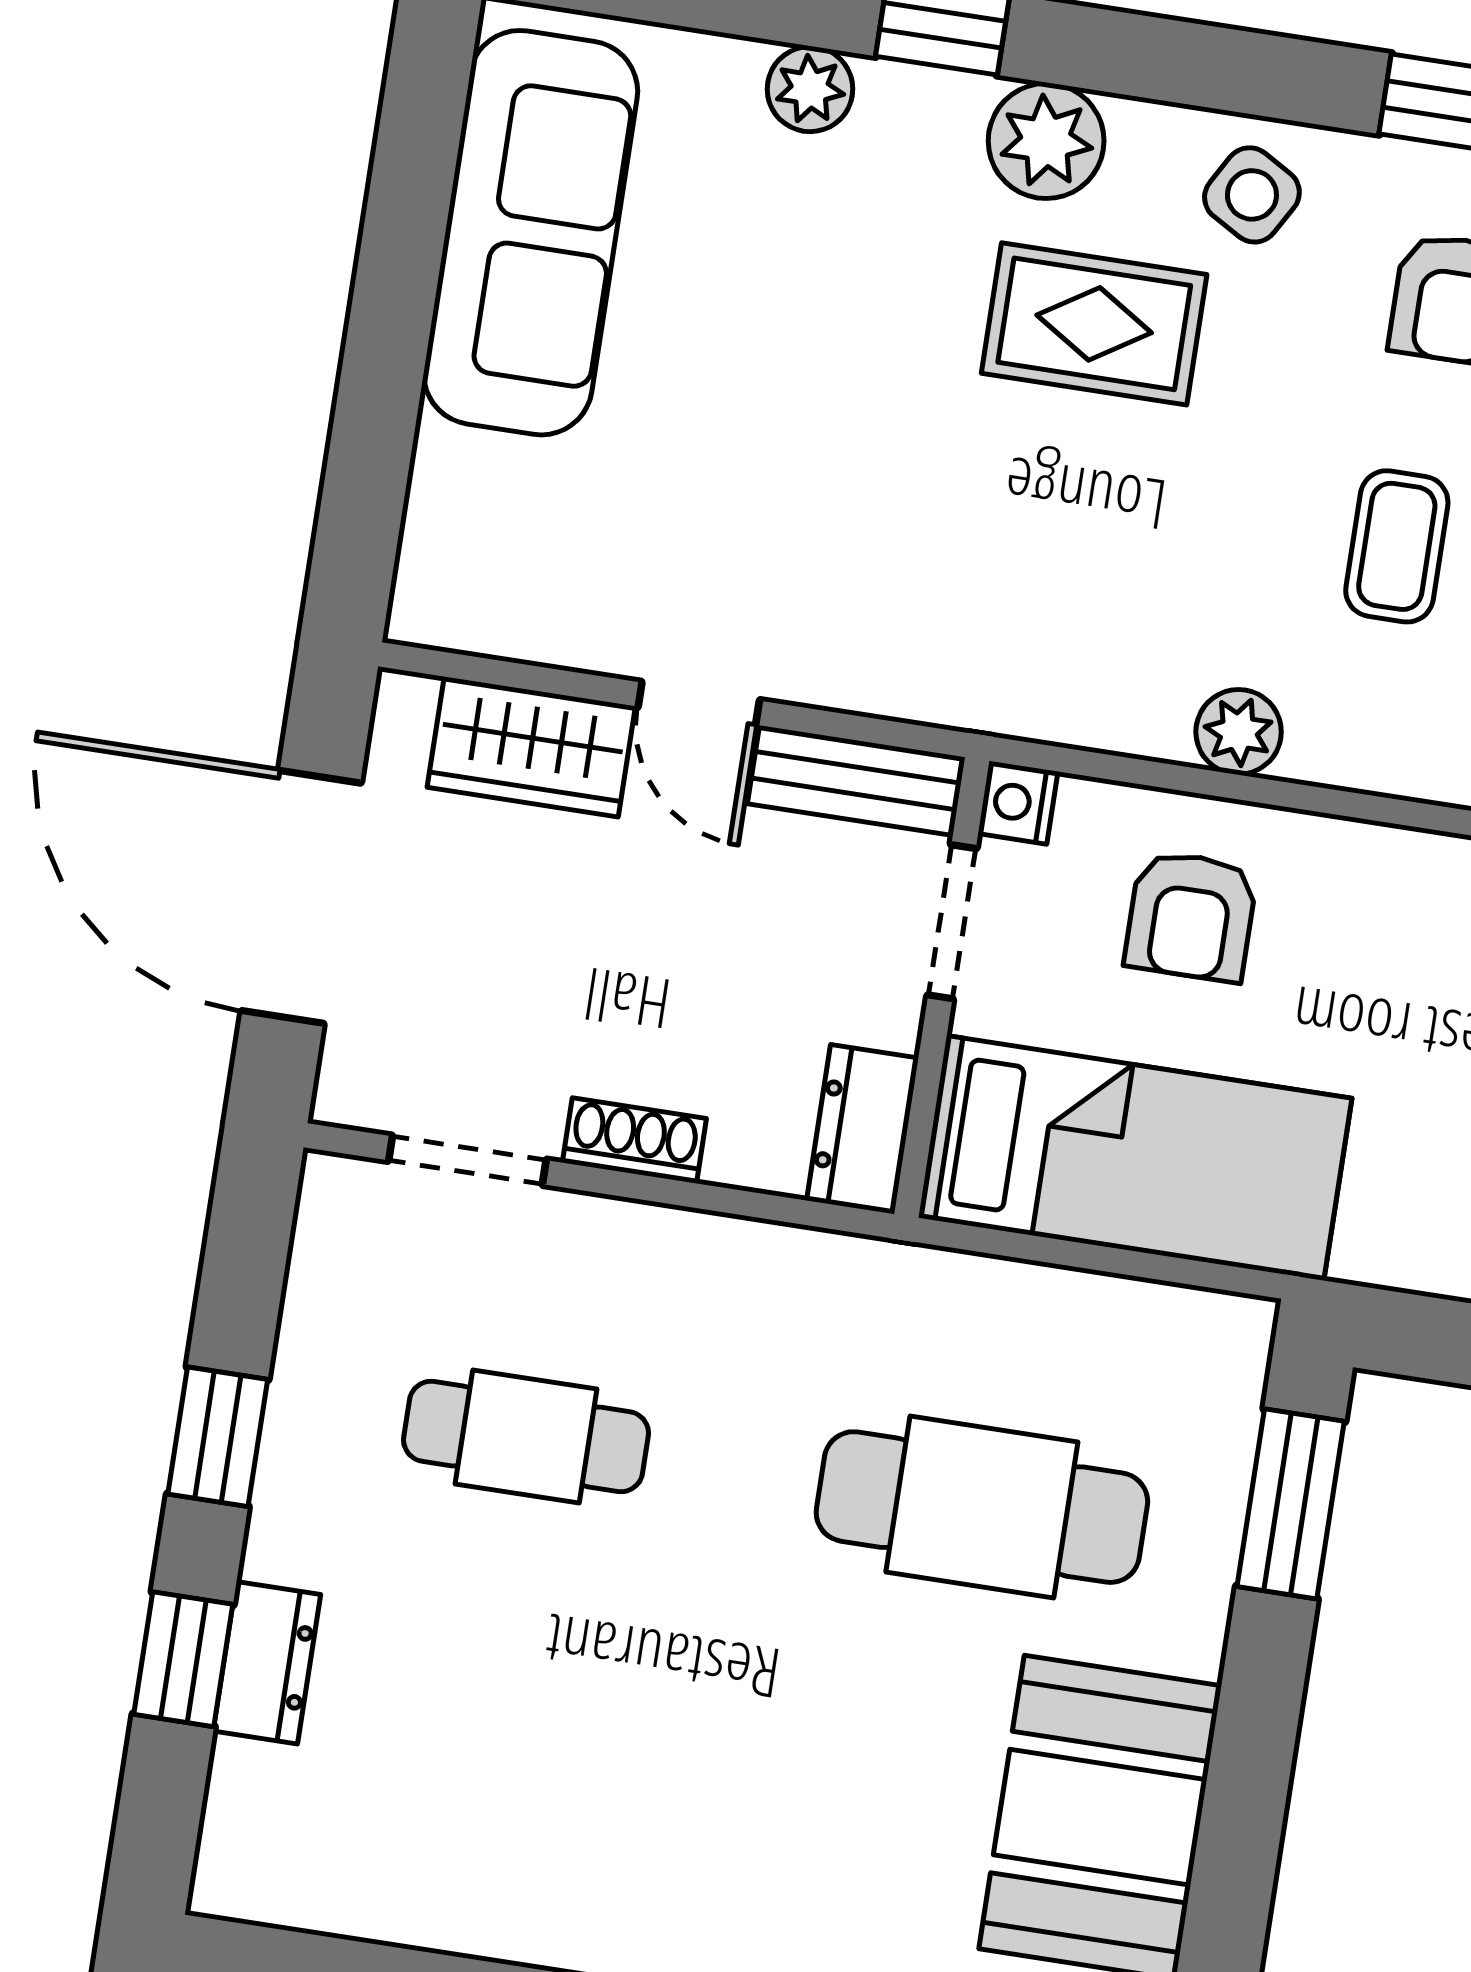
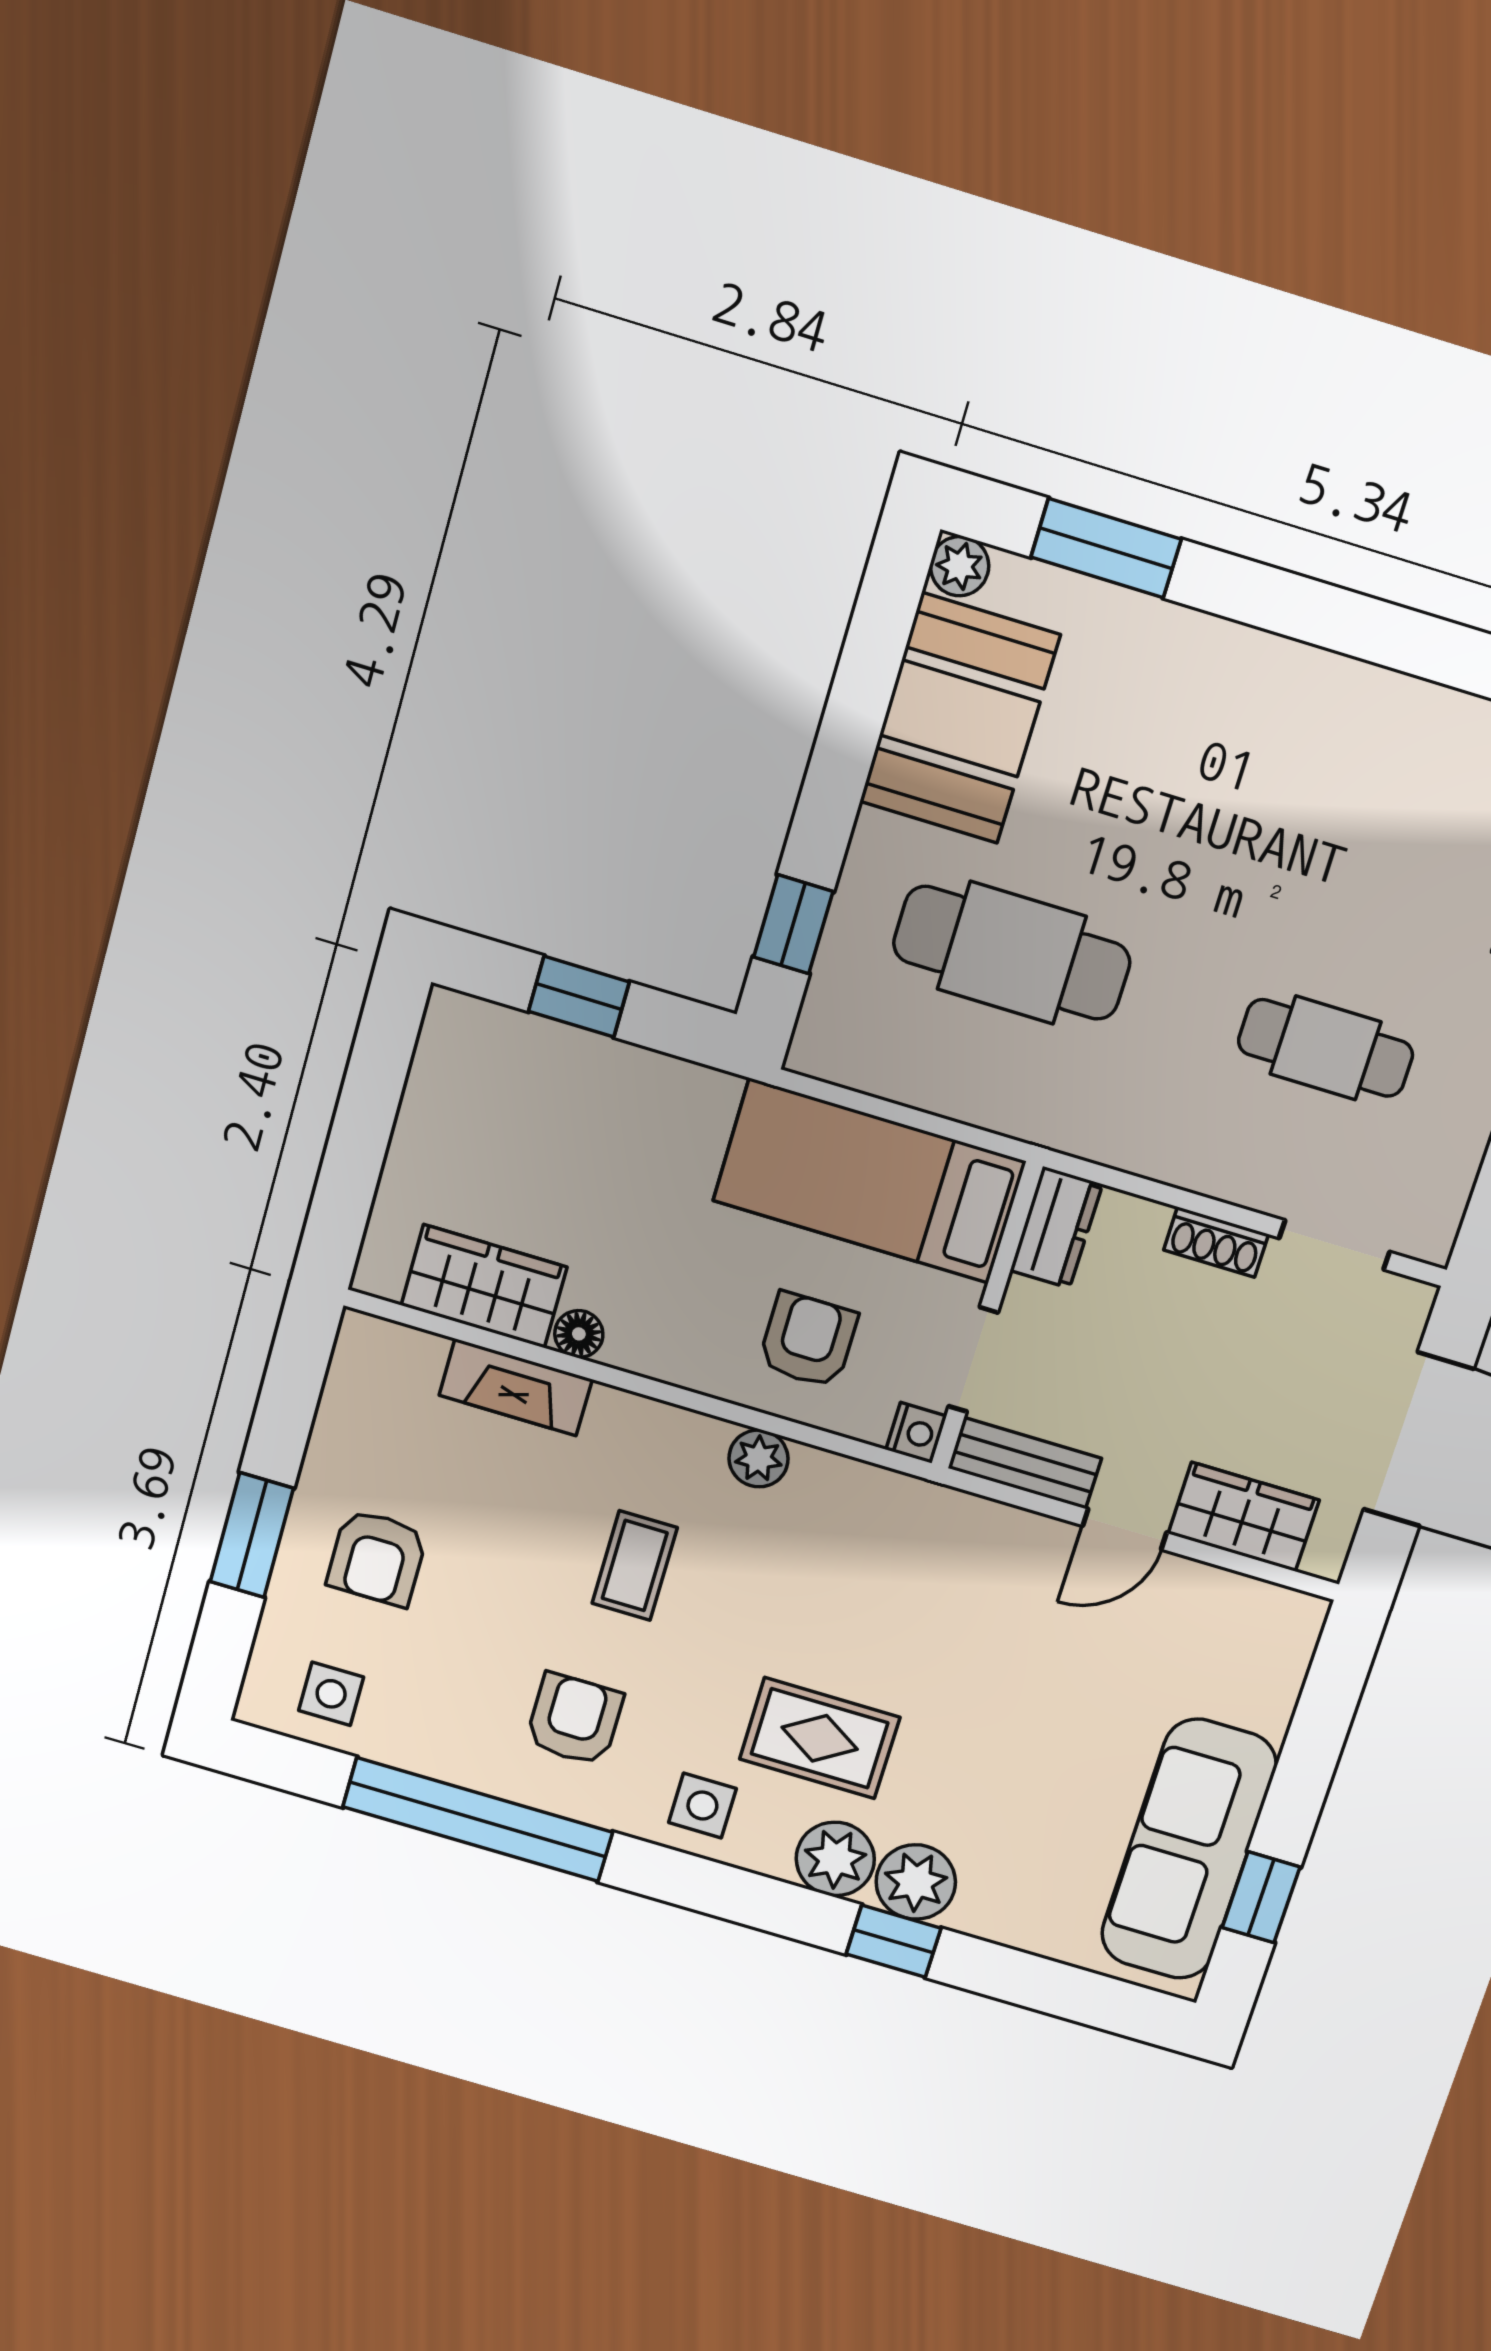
plant: (810, 89) -> (916, 1882), moved, width x1.38, depth x1.38
window: (413, 174) -> (1261, 1897), added
side table: (1252, 195) -> (702, 1805), turned -30
door: (699, 704) -> (1125, 1529), swing flipped
window: (1291, 1504) -> (793, 924), width x0.67

